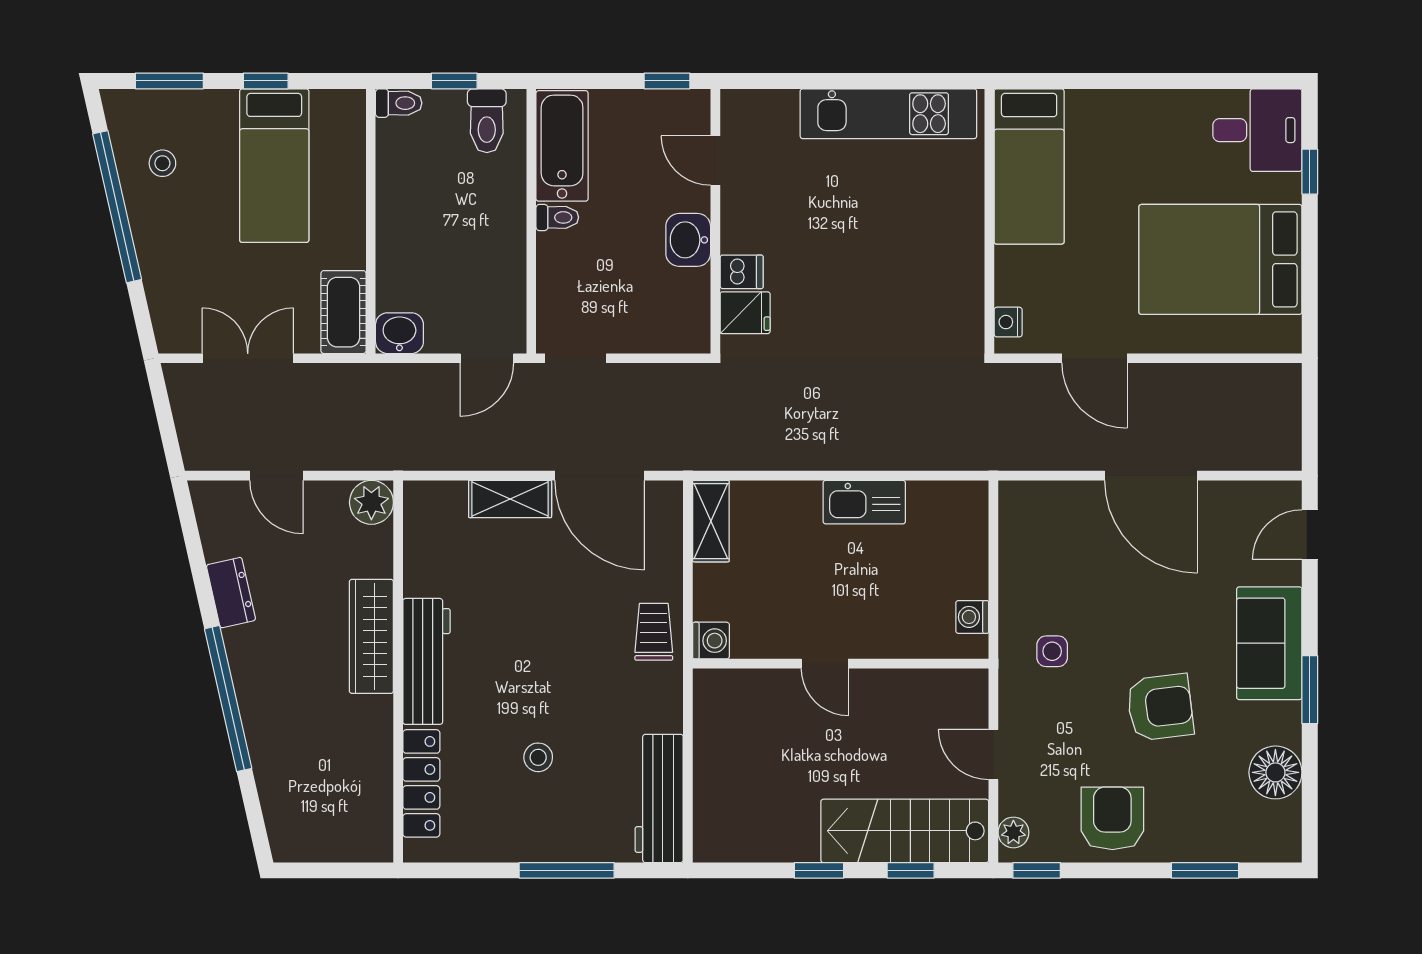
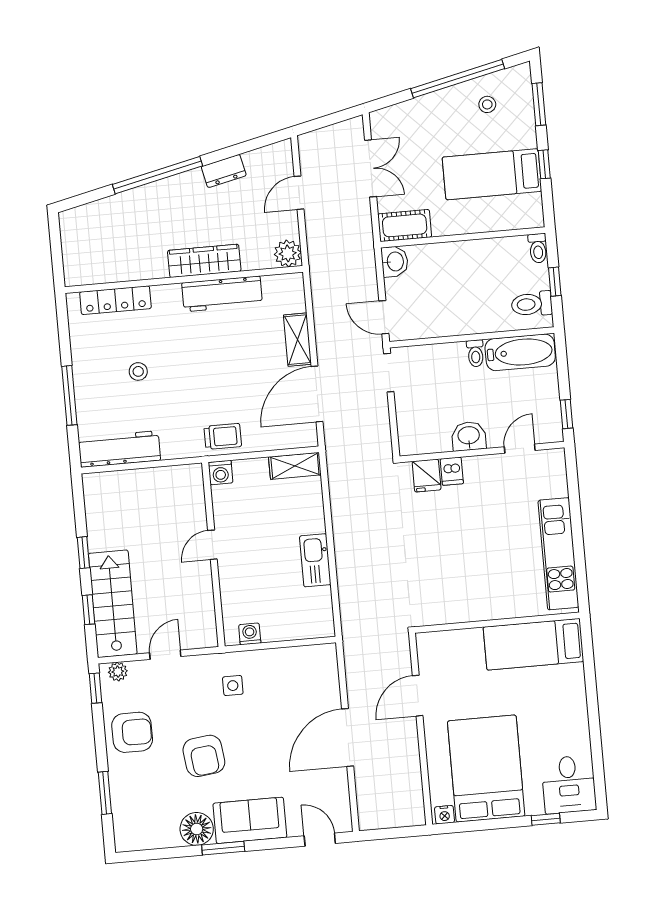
nightstand: (1008, 322) -> (445, 815), moved, turned 180
workbench: (426, 661) -> (222, 294), moved
floor lamp: (1275, 772) -> (197, 829), moved

